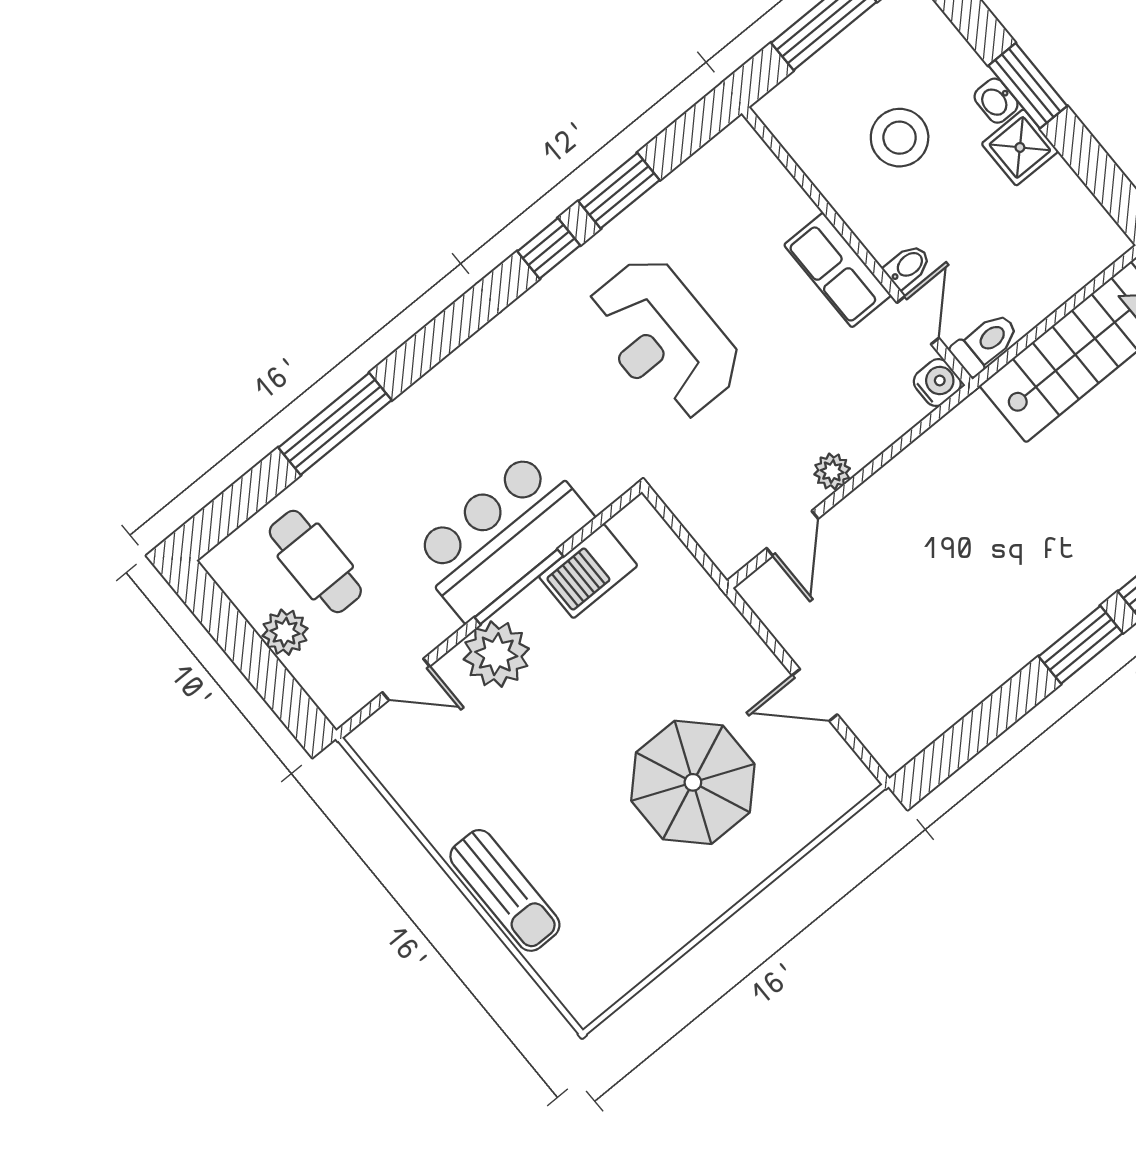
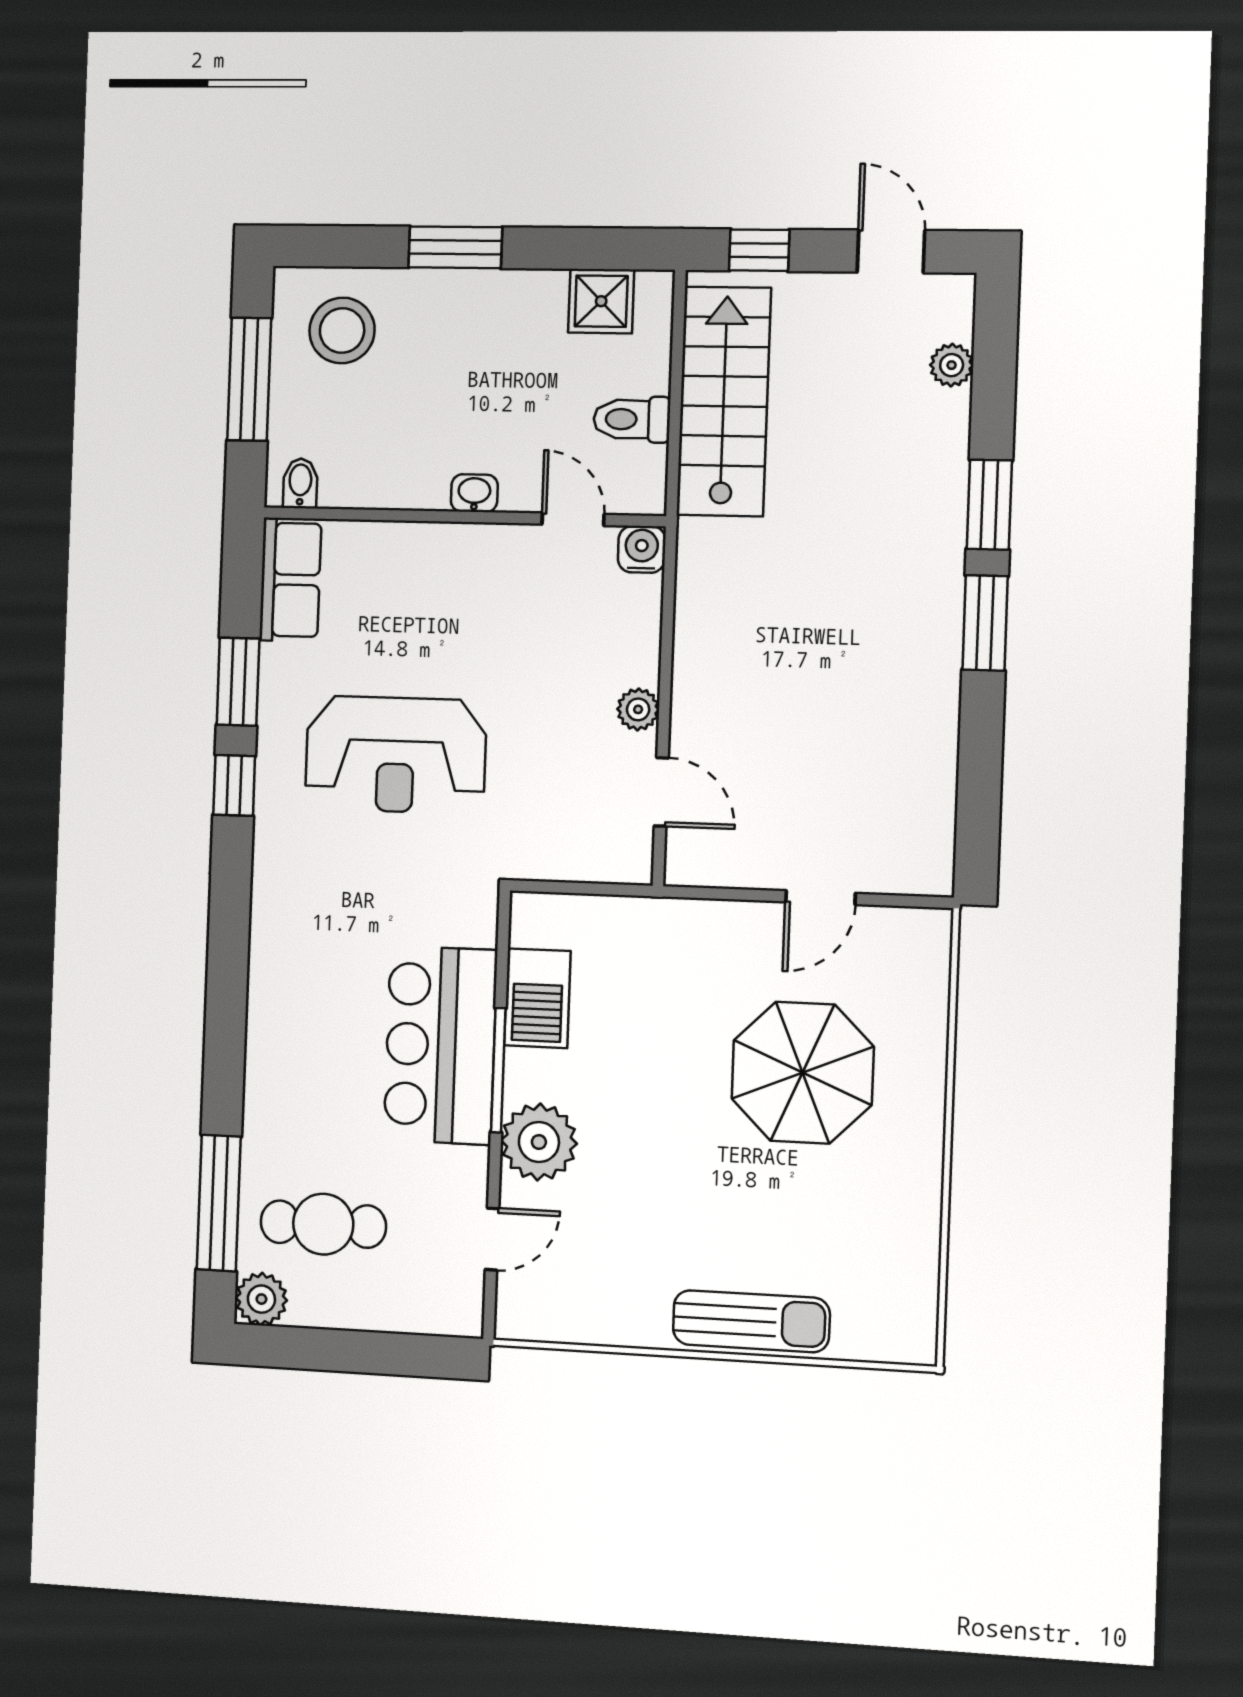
washbasin: (996, 101) -> (474, 493), moved, turned 180
stool: (900, 138) -> (342, 330), moved
shower: (1020, 147) -> (601, 301), moved
bidet: (907, 266) -> (300, 483), moved
row of seats: (838, 270) -> (290, 580), moved, turned -90
toilet: (985, 344) -> (632, 419), moved, turned -90
window: (335, 424) -> (219, 1203), moved
plant: (285, 632) -> (261, 1299), moved

